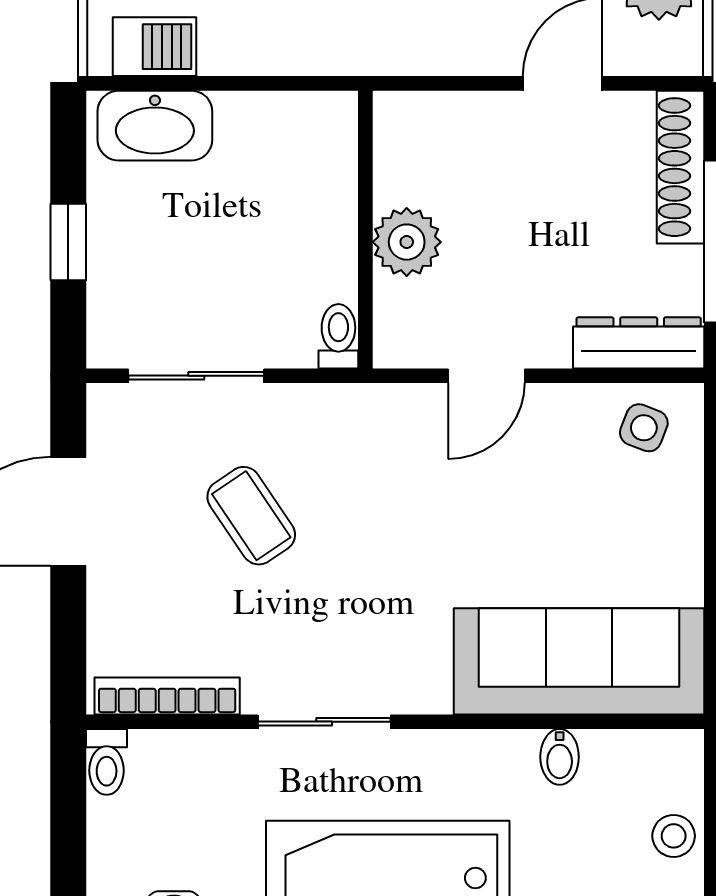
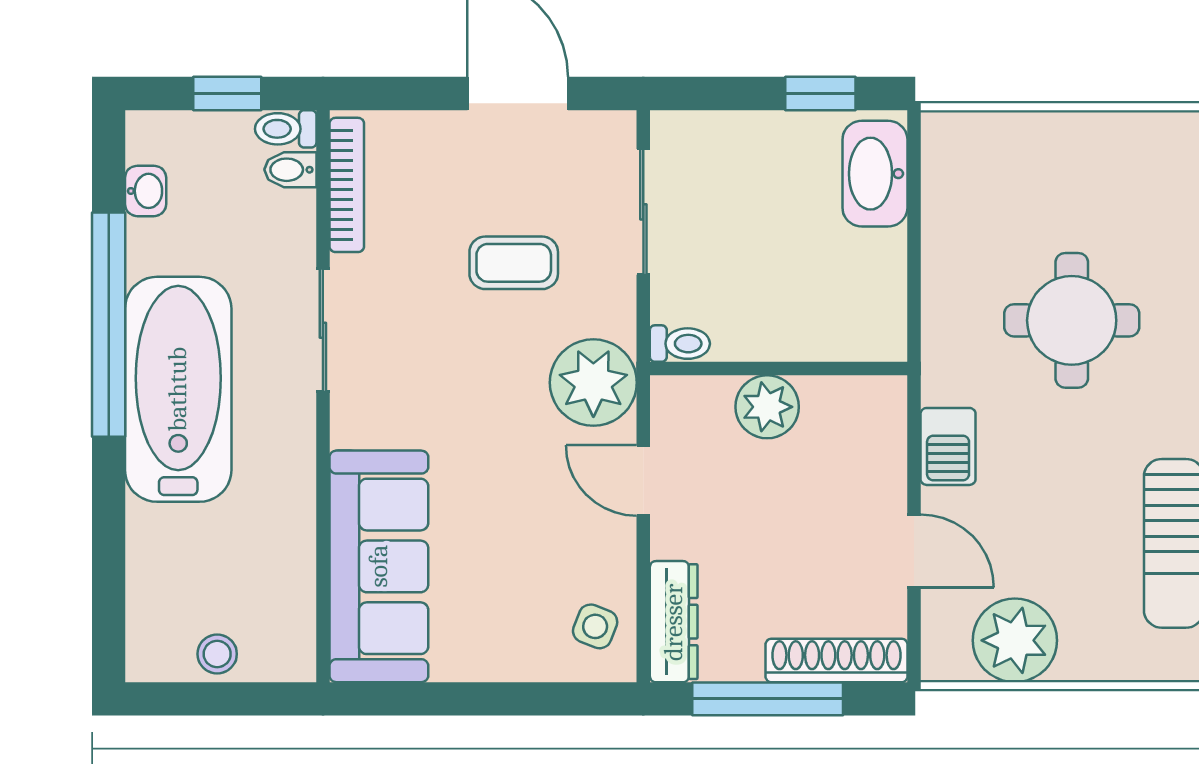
barbecue: (154, 47) -> (948, 446), moved
window: (68, 242) -> (820, 93), moved
plant: (381, 430) -> (593, 383), added
coffee table: (251, 516) -> (514, 263), turned 34
bidet: (560, 757) -> (290, 170), moved
window: (68, 825) -> (227, 93), added

